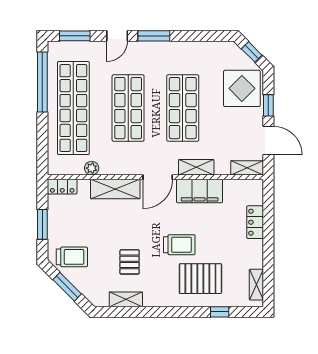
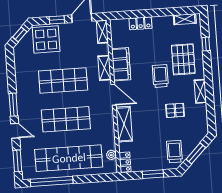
plant: (92, 168) -> (111, 155), moved
shelving: (126, 299) -> (200, 91), moved

